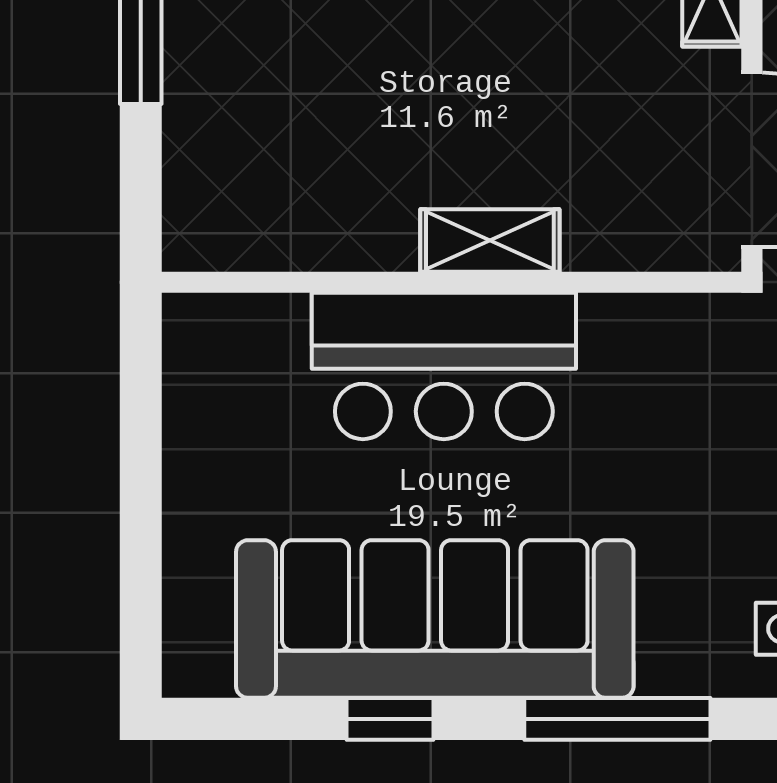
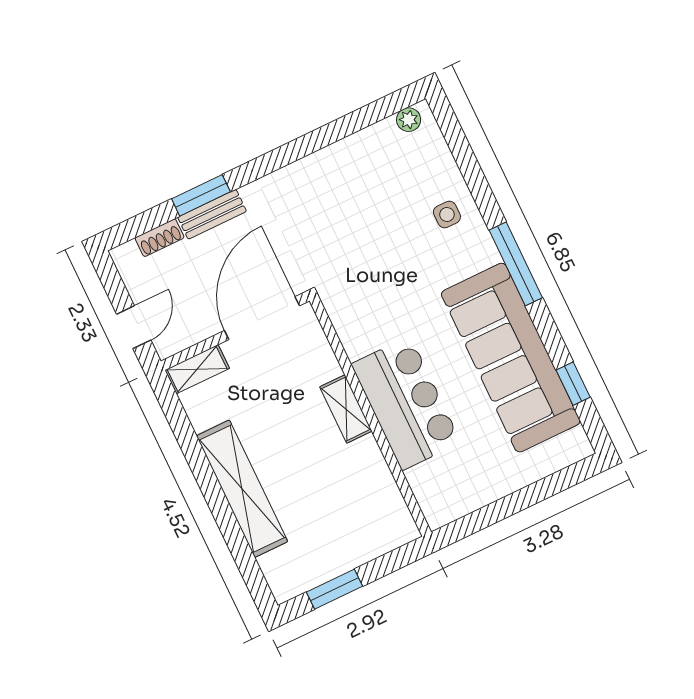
window: (390, 719) -> (573, 384), moved

